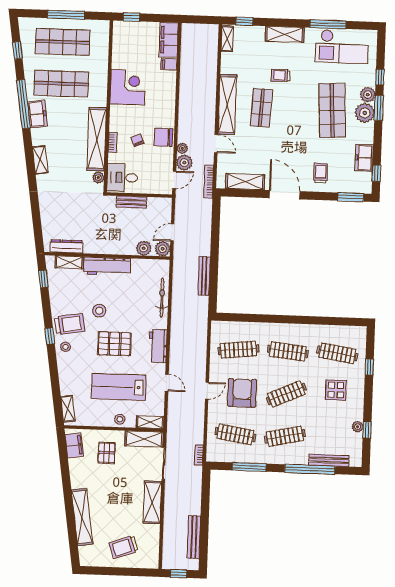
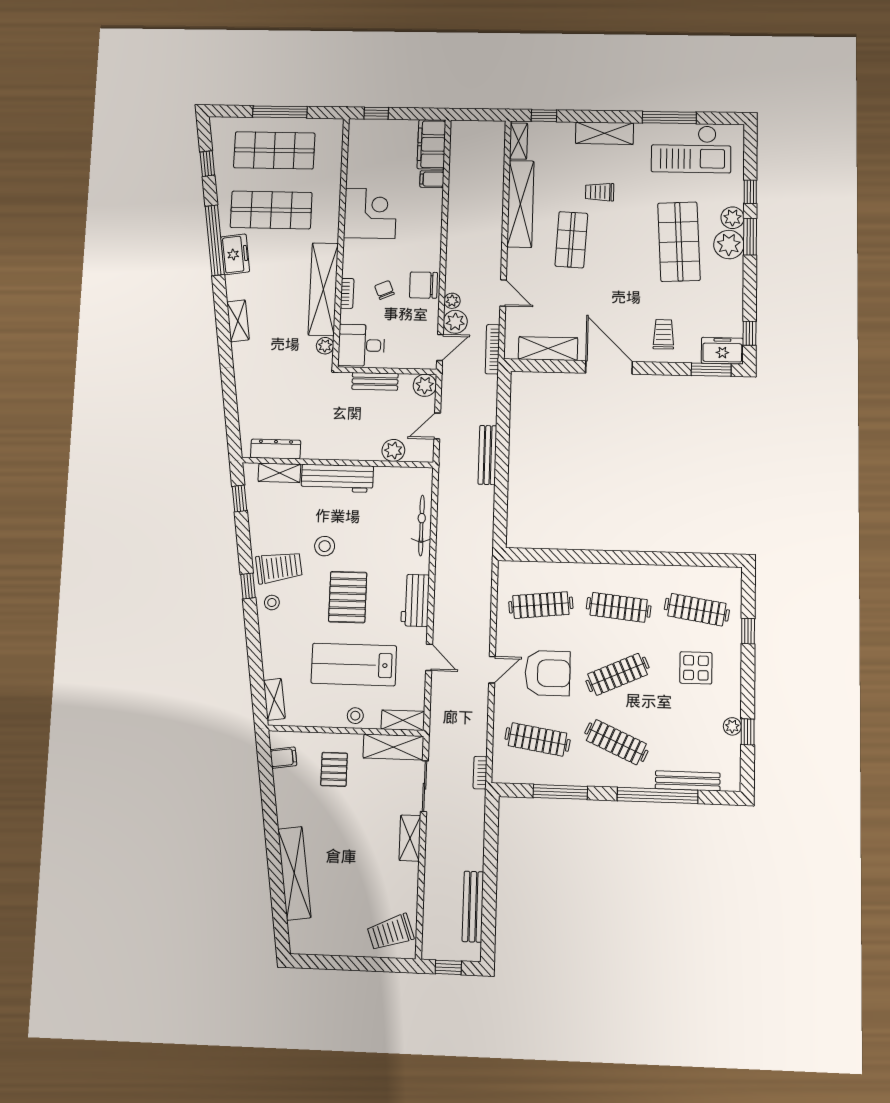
shelving: (227, 105) -> (520, 204), moved
freezer: (364, 158) -> (722, 351), moved, turned 90
plant: (163, 249) -> (425, 385), moved
bench: (204, 276) -> (487, 455), moved
pallet: (114, 344) -> (348, 597), turned 90
armchair: (242, 393) -> (547, 673), turned 90
clothes rail: (285, 436) -> (616, 742), turned 36
filing cabinet: (74, 445) -> (283, 758), width x0.50
shelving: (152, 502) -> (410, 838), width x0.67, depth x0.75
trolley: (124, 547) -> (390, 932), moved

